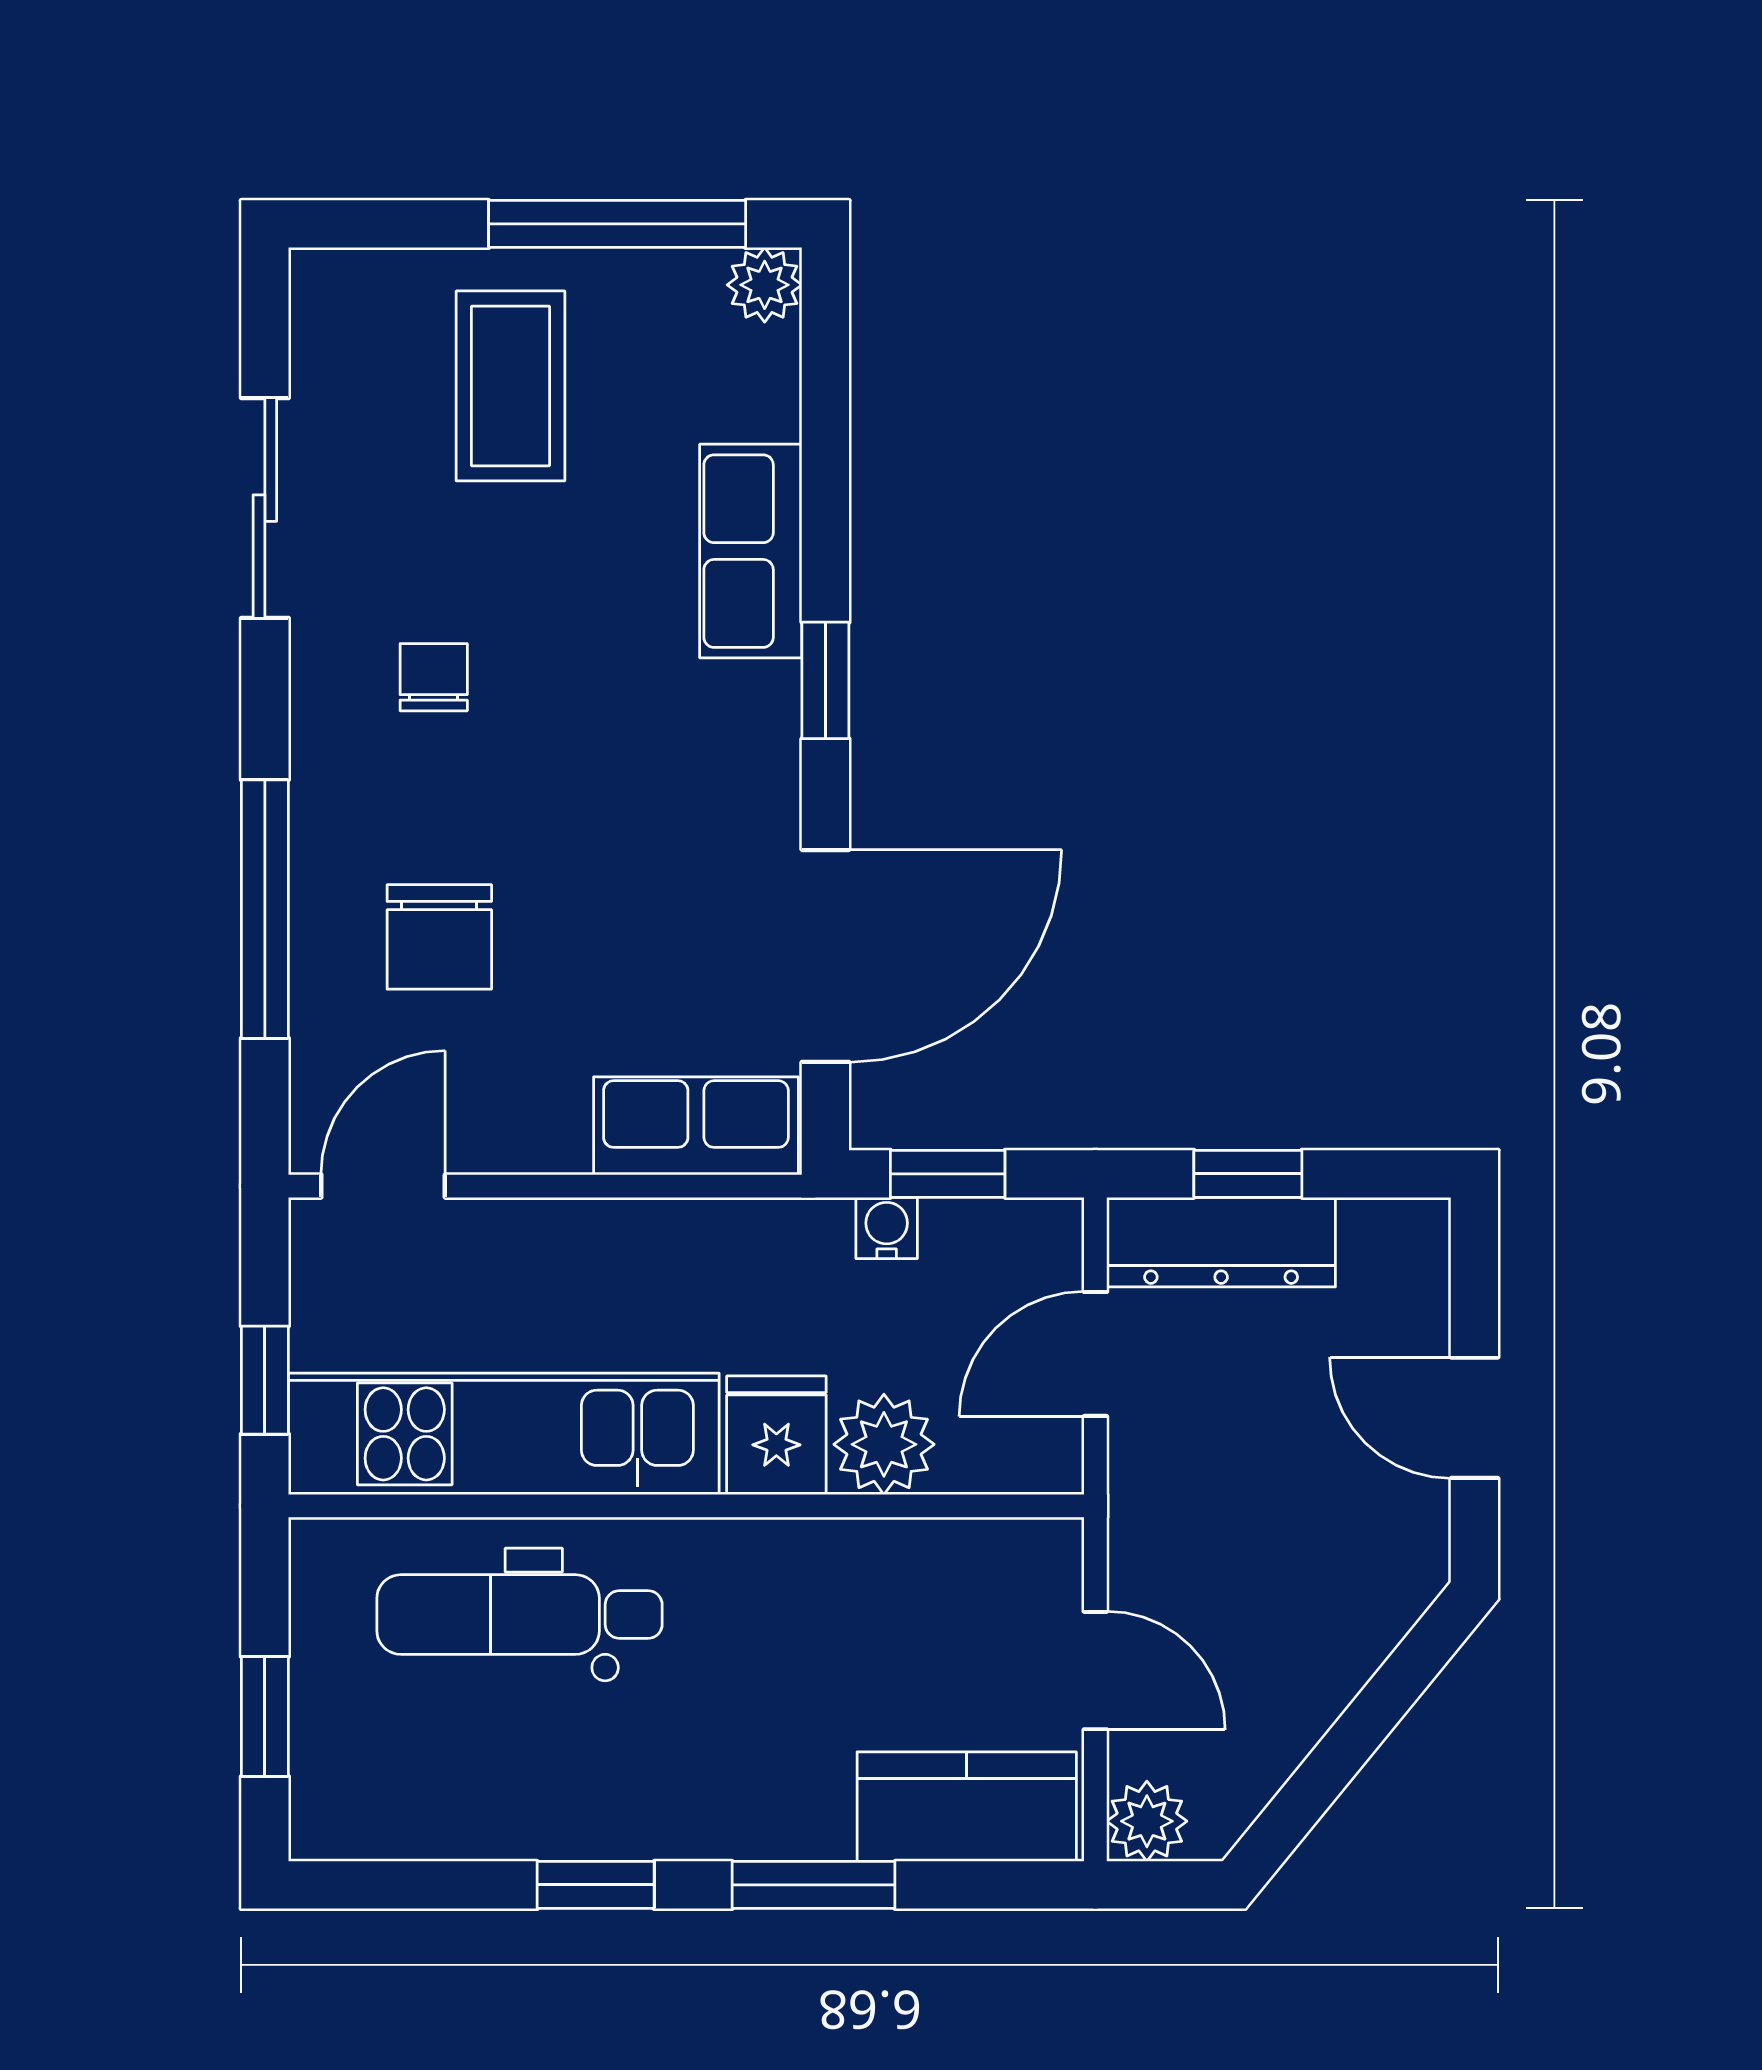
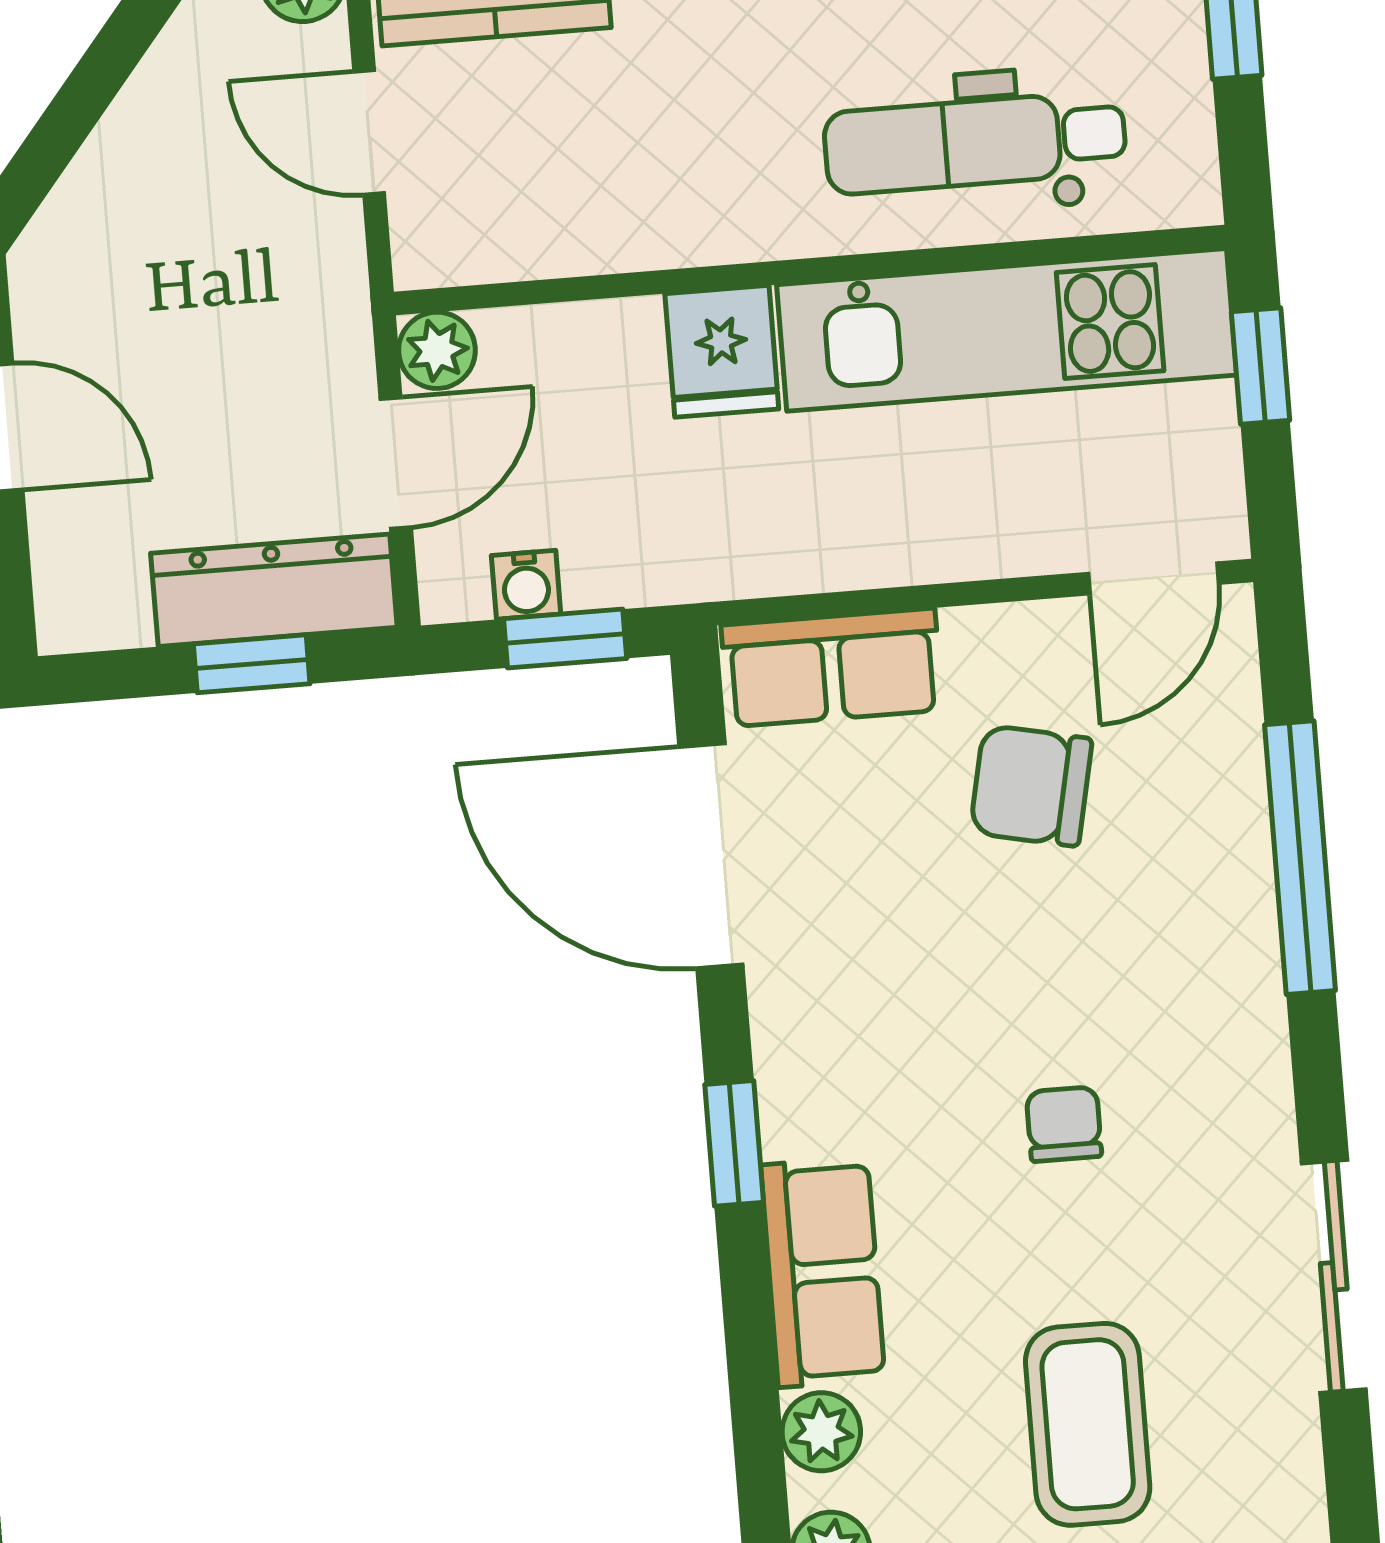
plant: (765, 399) -> (821, 1432), added
chair: (434, 677) -> (1064, 1124), moved, turned 180
chair: (439, 937) -> (1031, 786), moved, turned -78
door: (825, 956) -> (711, 856), hinge flipped
water cooler: (887, 1228) -> (526, 585), moved
plant: (884, 1444) -> (437, 350), moved, width x0.73, depth x0.73
dental chair: (519, 1615) -> (975, 143), turned 180

